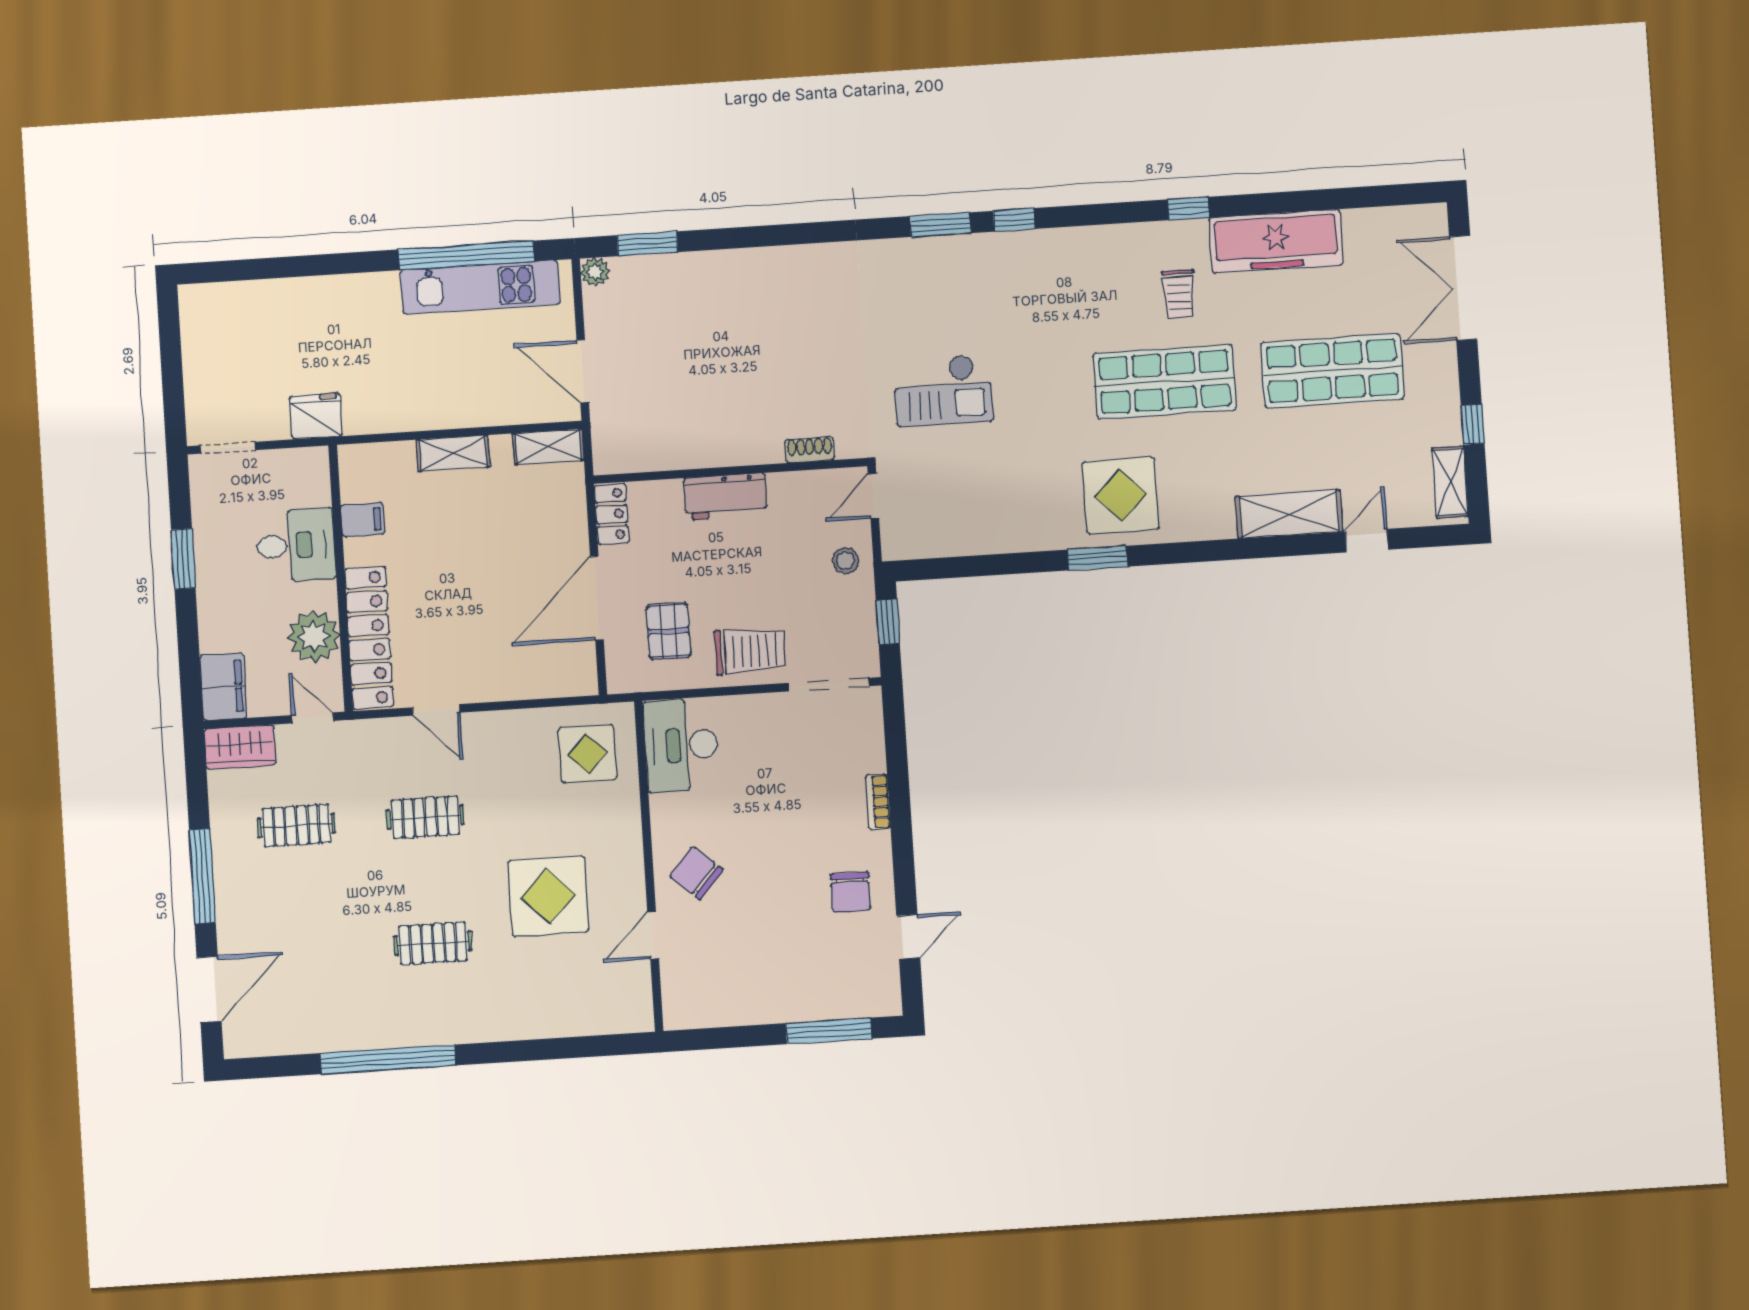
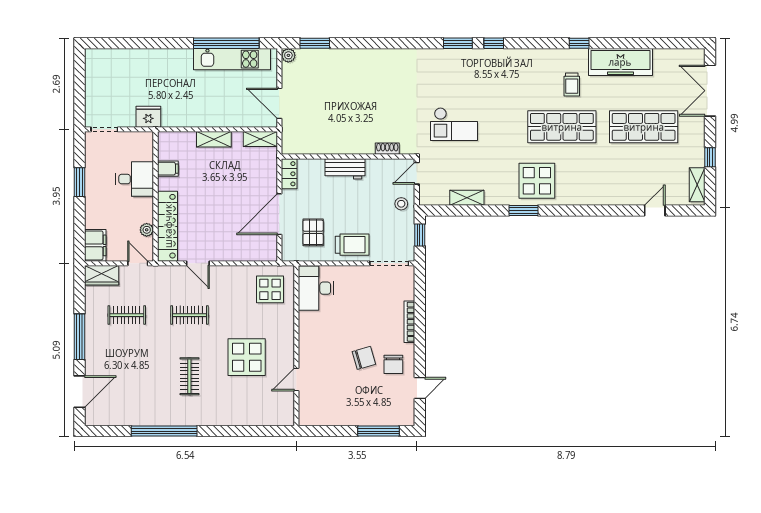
shelving: (1289, 514) -> (467, 198), moved, width x0.67, depth x0.75
plant: (314, 636) -> (147, 230), width x0.53, depth x0.53
bookcase: (878, 802) -> (409, 322), width x1.56
chair: (696, 873) -> (364, 358), moved, turned 123
clothes rail: (433, 943) -> (189, 376), turned 90

